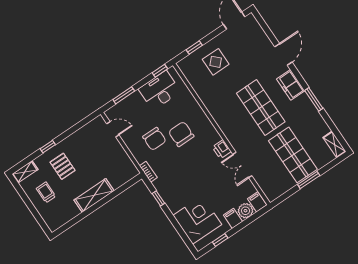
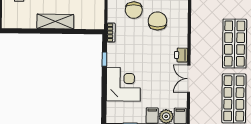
corner desk: (197, 220) -> (123, 84), moved

